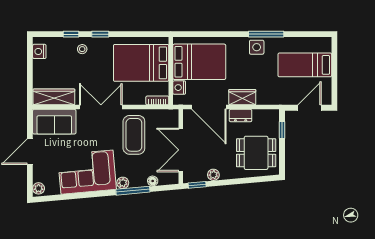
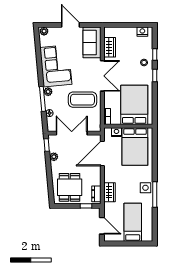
wardrobe: (54, 97) -> (110, 47), width x0.67
wardrobe: (242, 97) -> (110, 192), moved
dresser: (241, 116) -> (96, 194), moved

